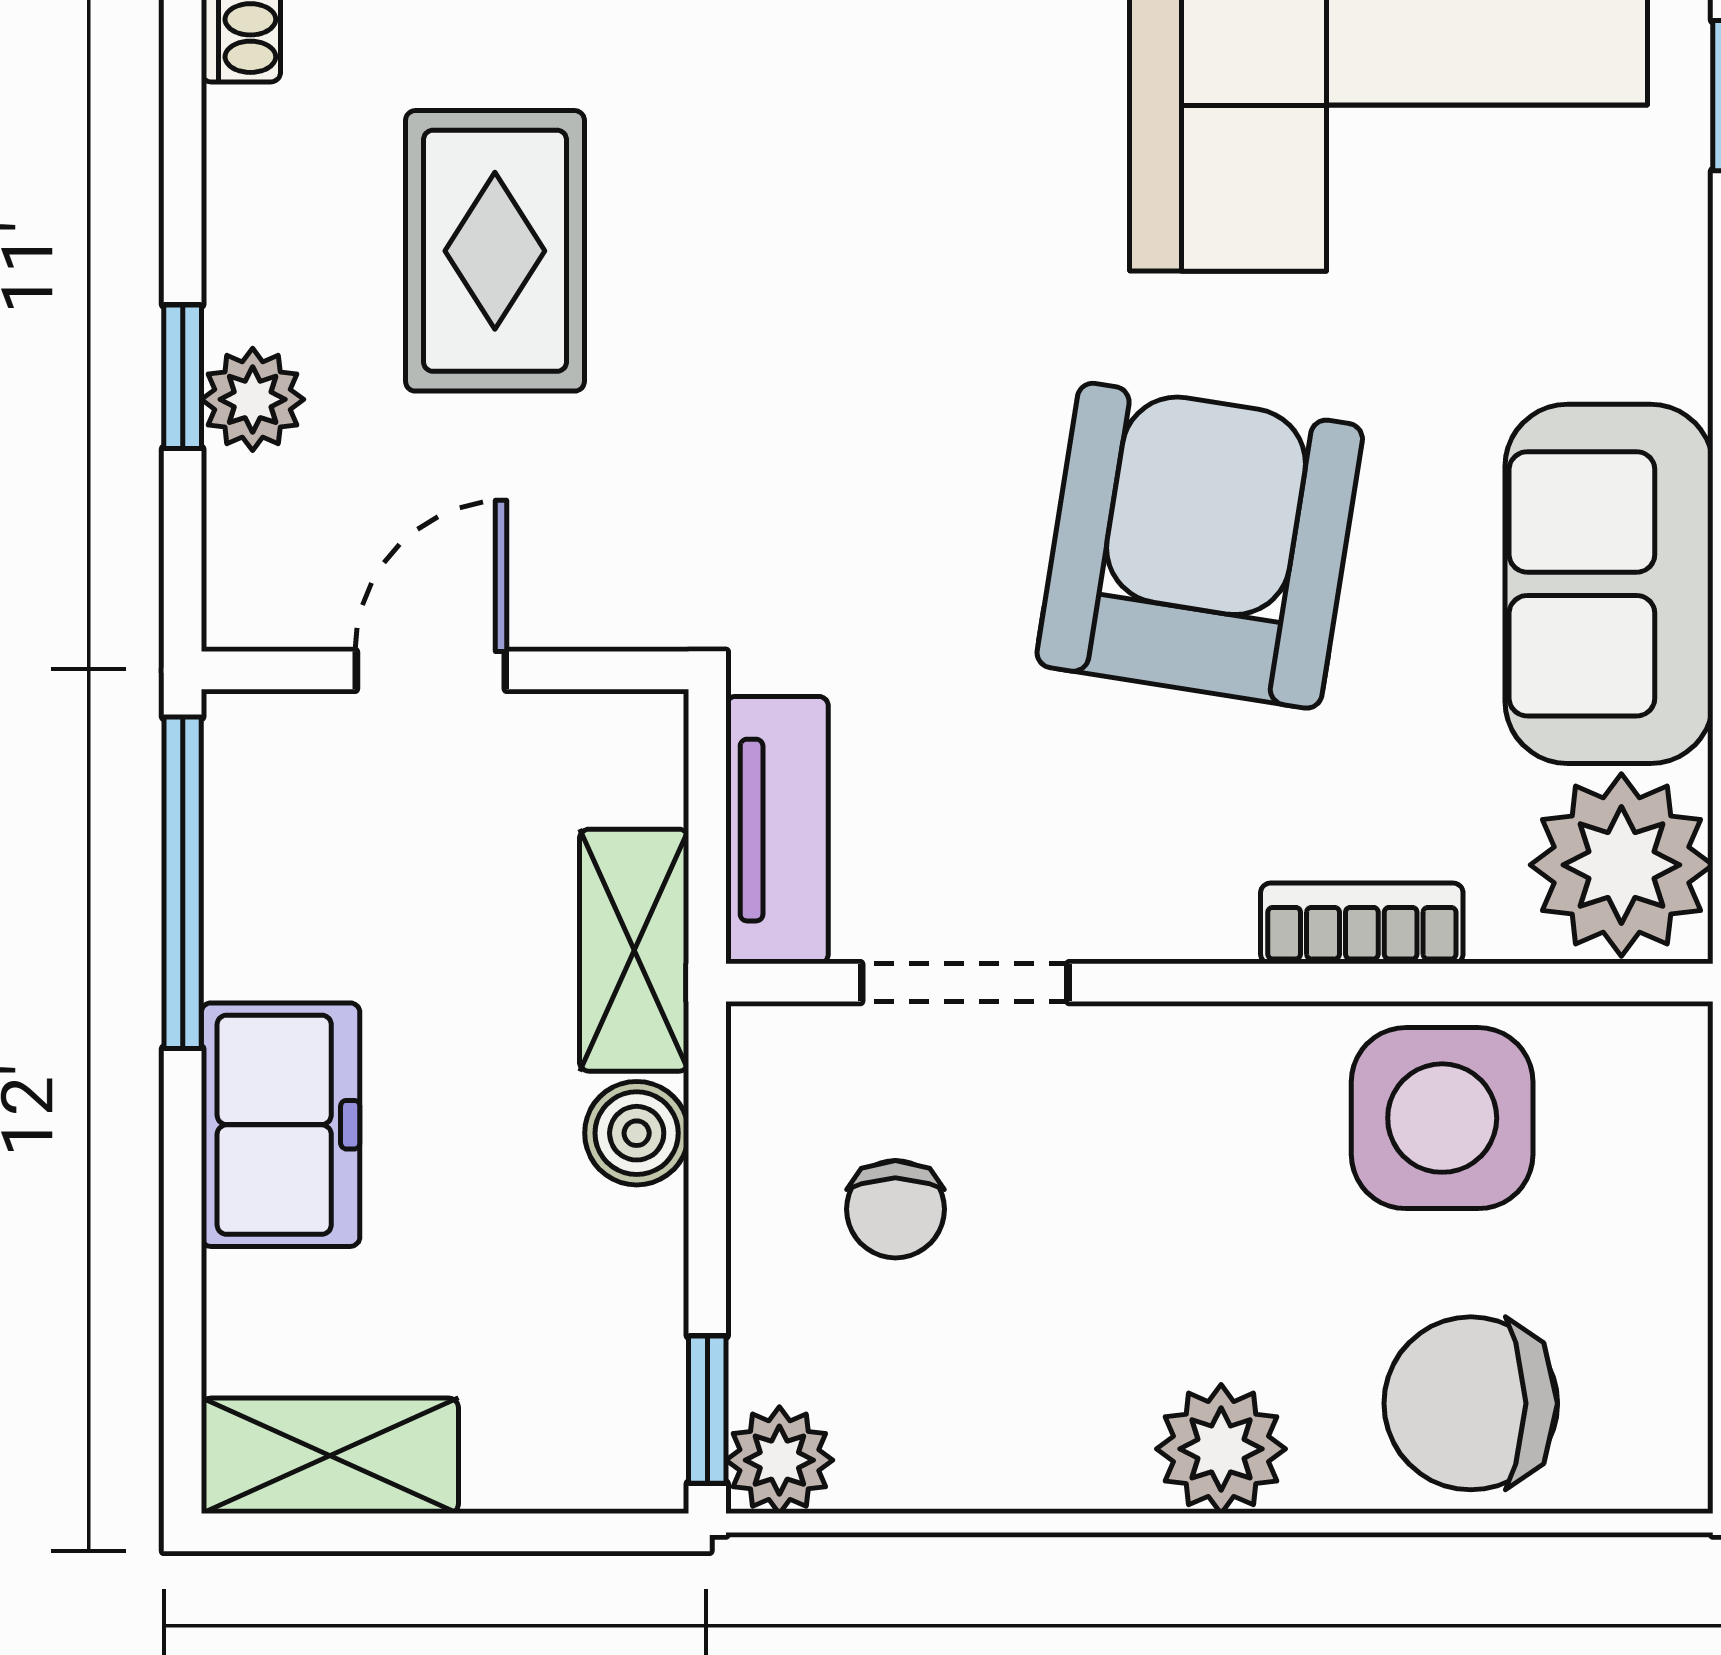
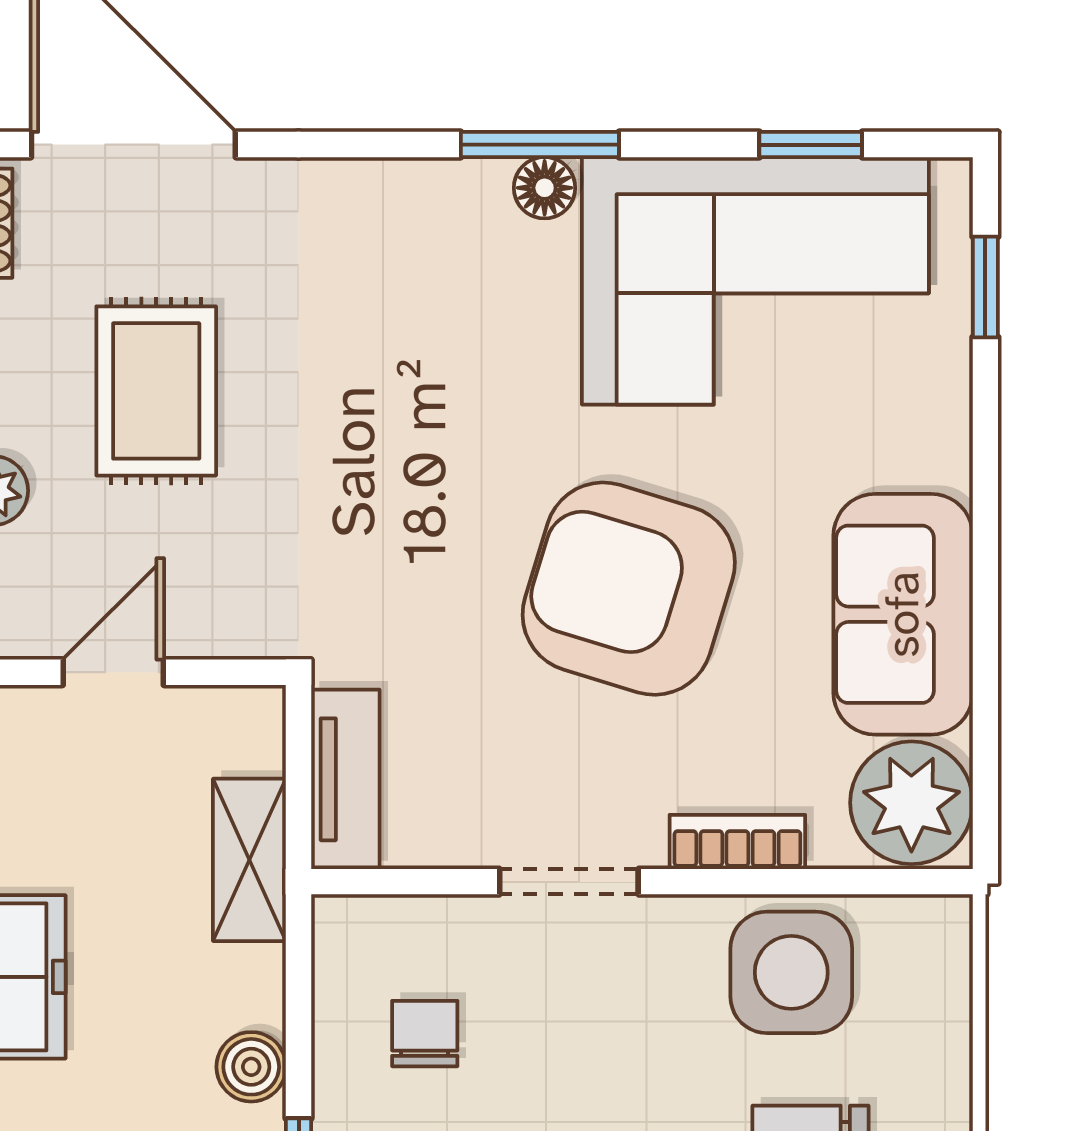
armchair: (1200, 546) -> (629, 589), turned -82
doorway: (965, 983) -> (569, 882), moved
boiler: (637, 1133) -> (251, 1067), moved
chair: (895, 1209) -> (425, 1034), turned 180

